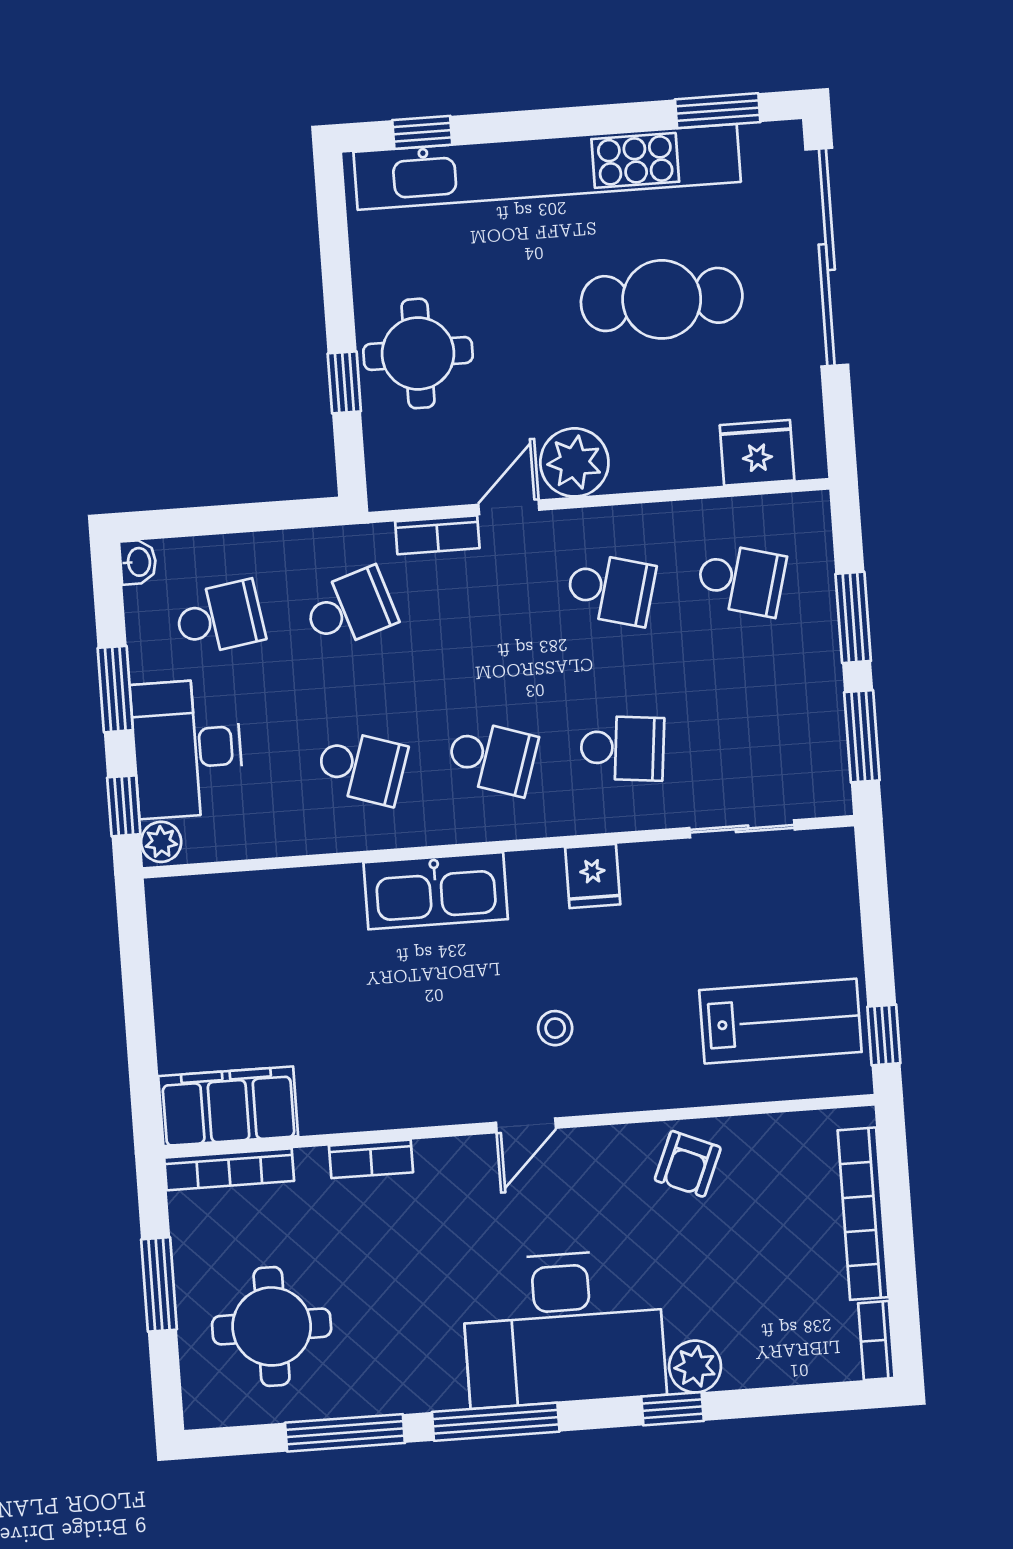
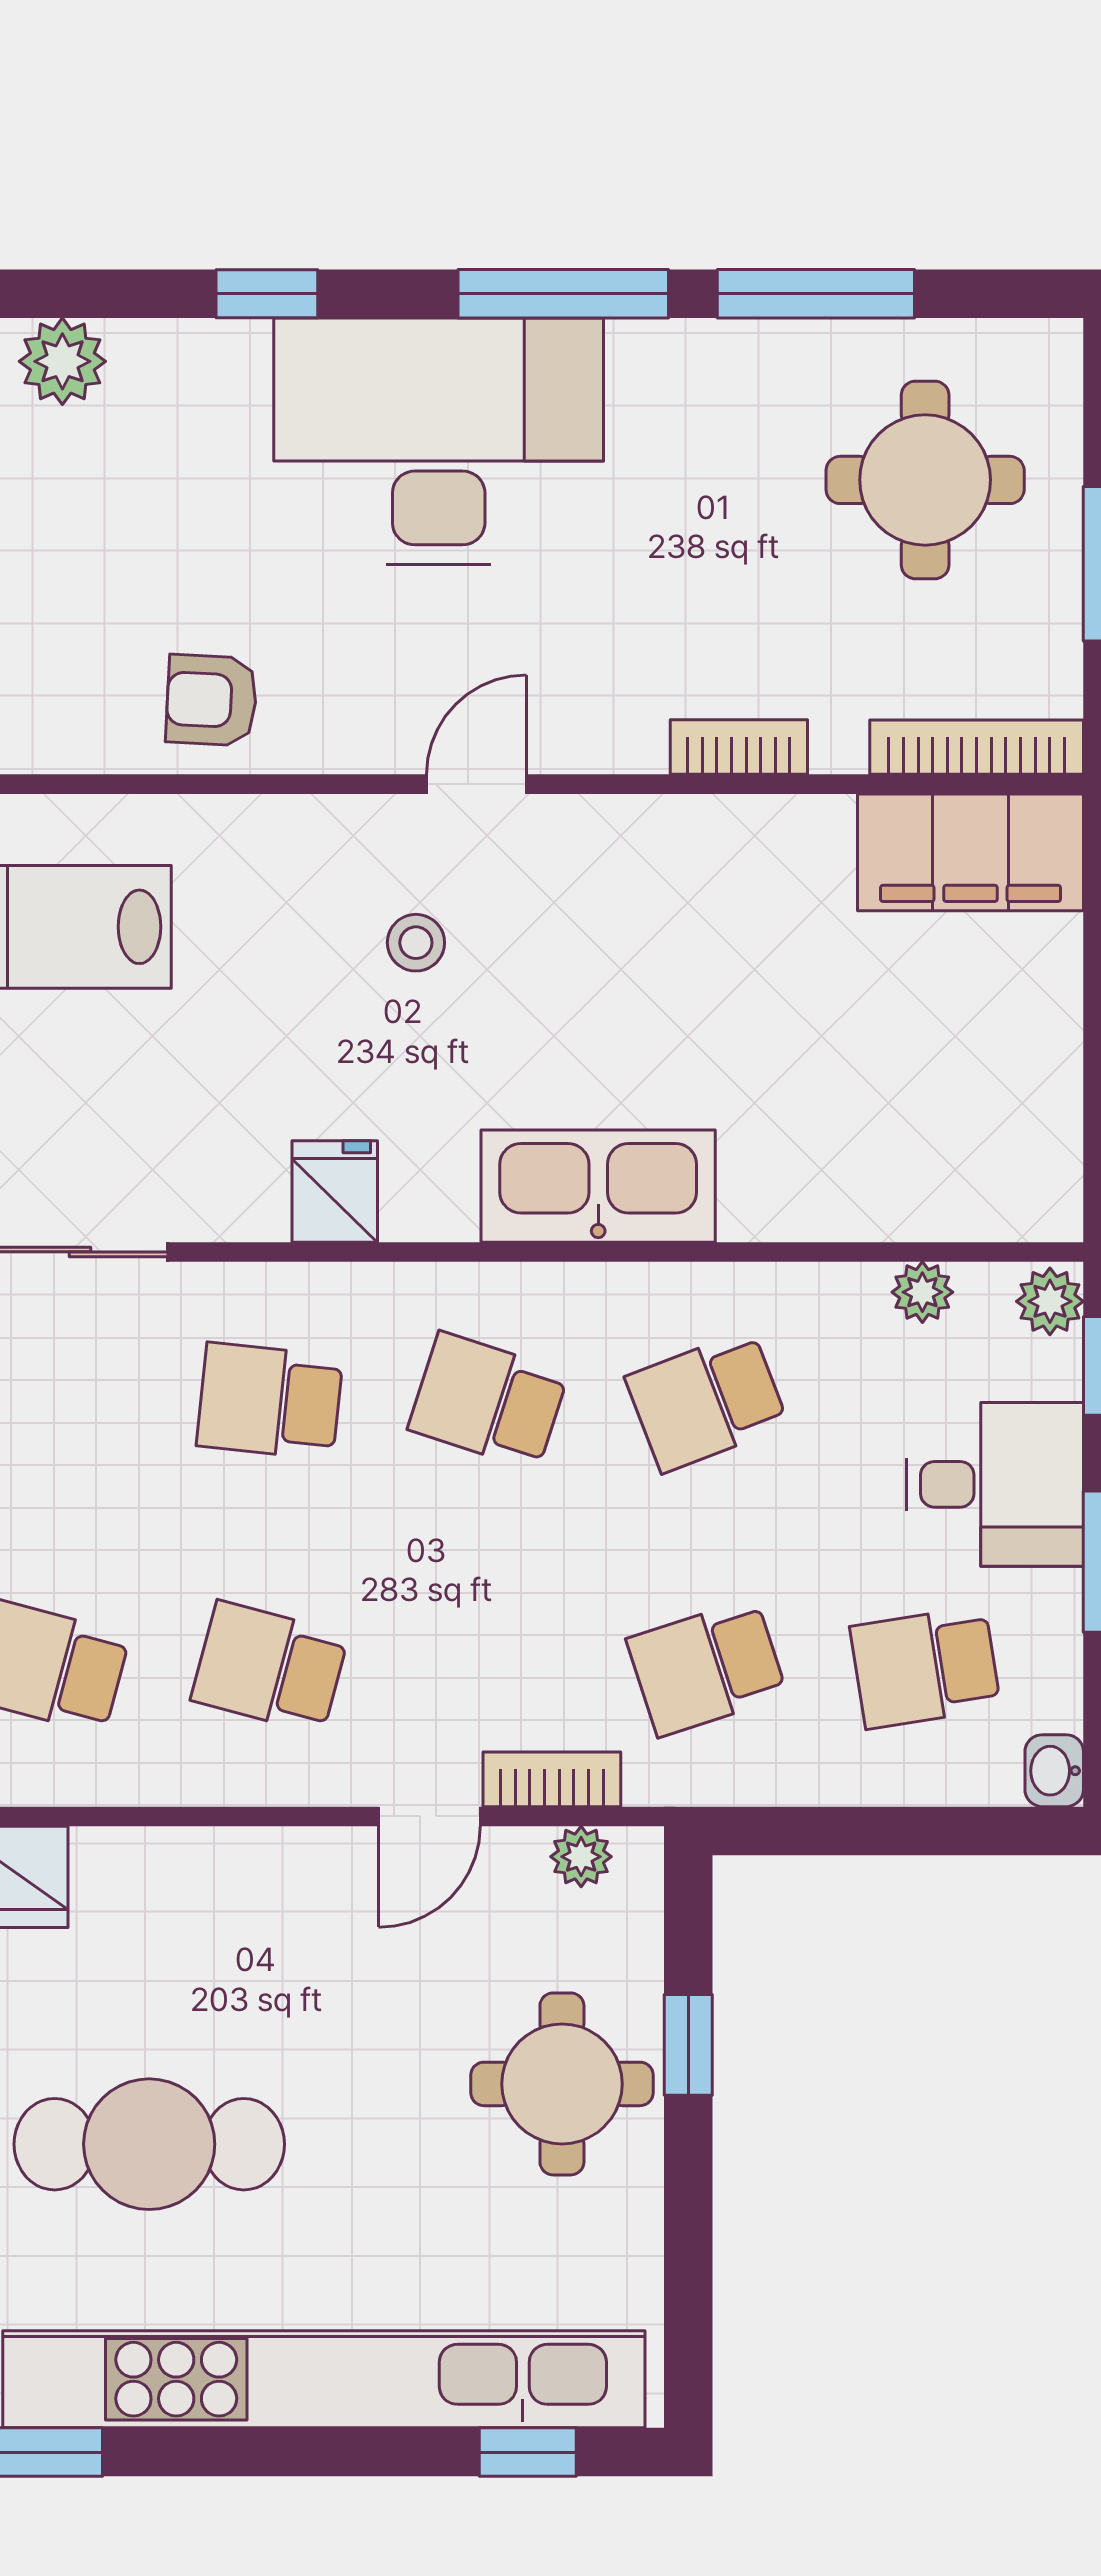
plant: (574, 462) -> (581, 1857), moved, width x0.53, depth x0.53
desk: (187, 748) -> (995, 1484), width x0.73
school desk: (362, 767) -> (707, 1401), turned -39
plant: (238, 842) -> (922, 1292), added
armchair: (688, 1164) -> (212, 700), turned -110
plant: (695, 1367) -> (62, 361), moved

